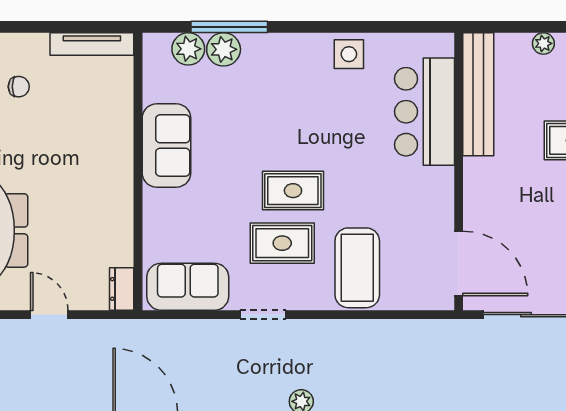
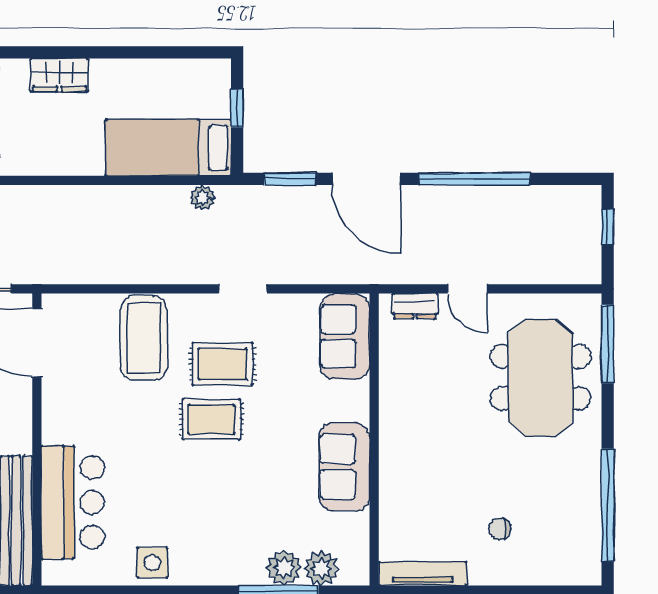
sofa: (188, 287) -> (345, 336), moved, turned 90
dresser: (122, 289) -> (415, 306), moved, turned 90

